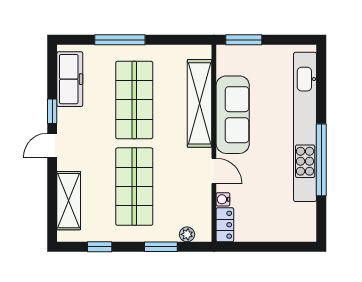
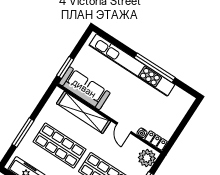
sofa: (233, 115) -> (84, 88), moved
door: (214, 171) -> (124, 128), swing flipped
plant: (187, 234) -> (147, 158), width x1.87, depth x1.87

